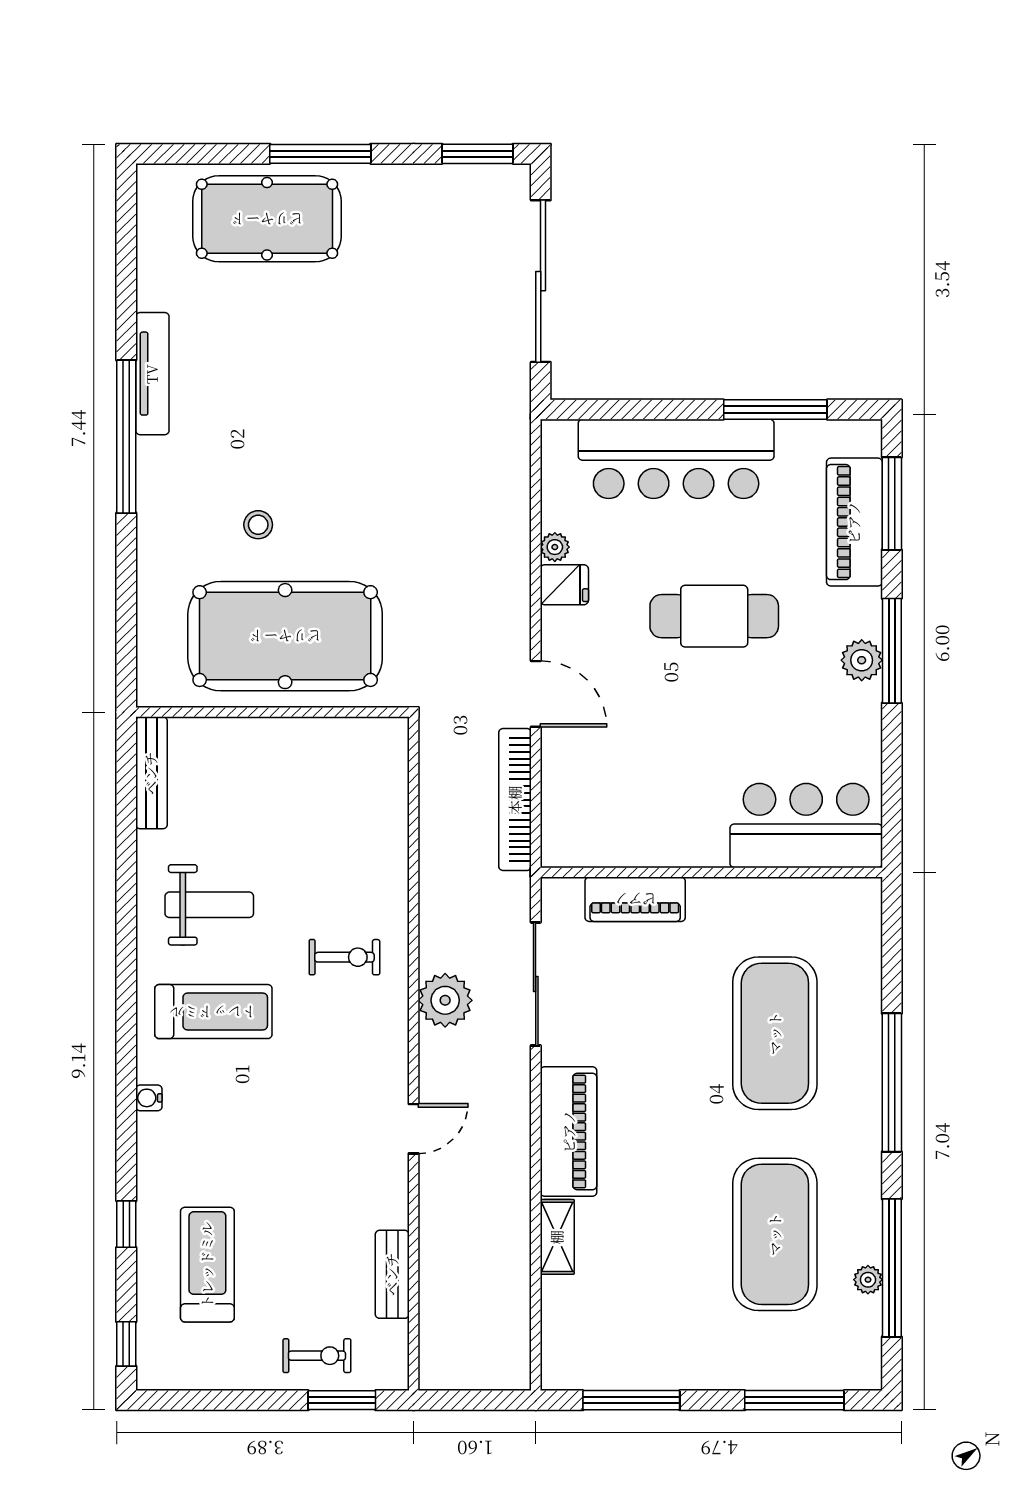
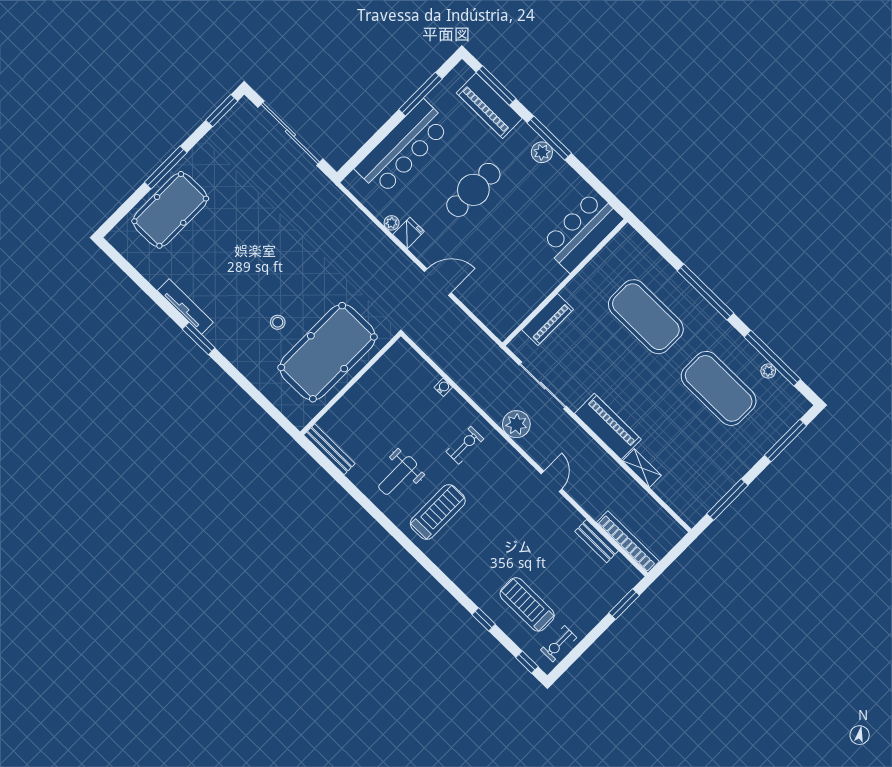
window: (126, 437) -> (199, 338), width x0.47
bookcase: (515, 800) -> (628, 542), moved, turned 180
weight bench: (209, 905) -> (398, 475), turned 180
water cooler: (149, 1098) -> (443, 387), moved, turned 180
exercise bike: (317, 1356) -> (559, 644), moved, turned 180

